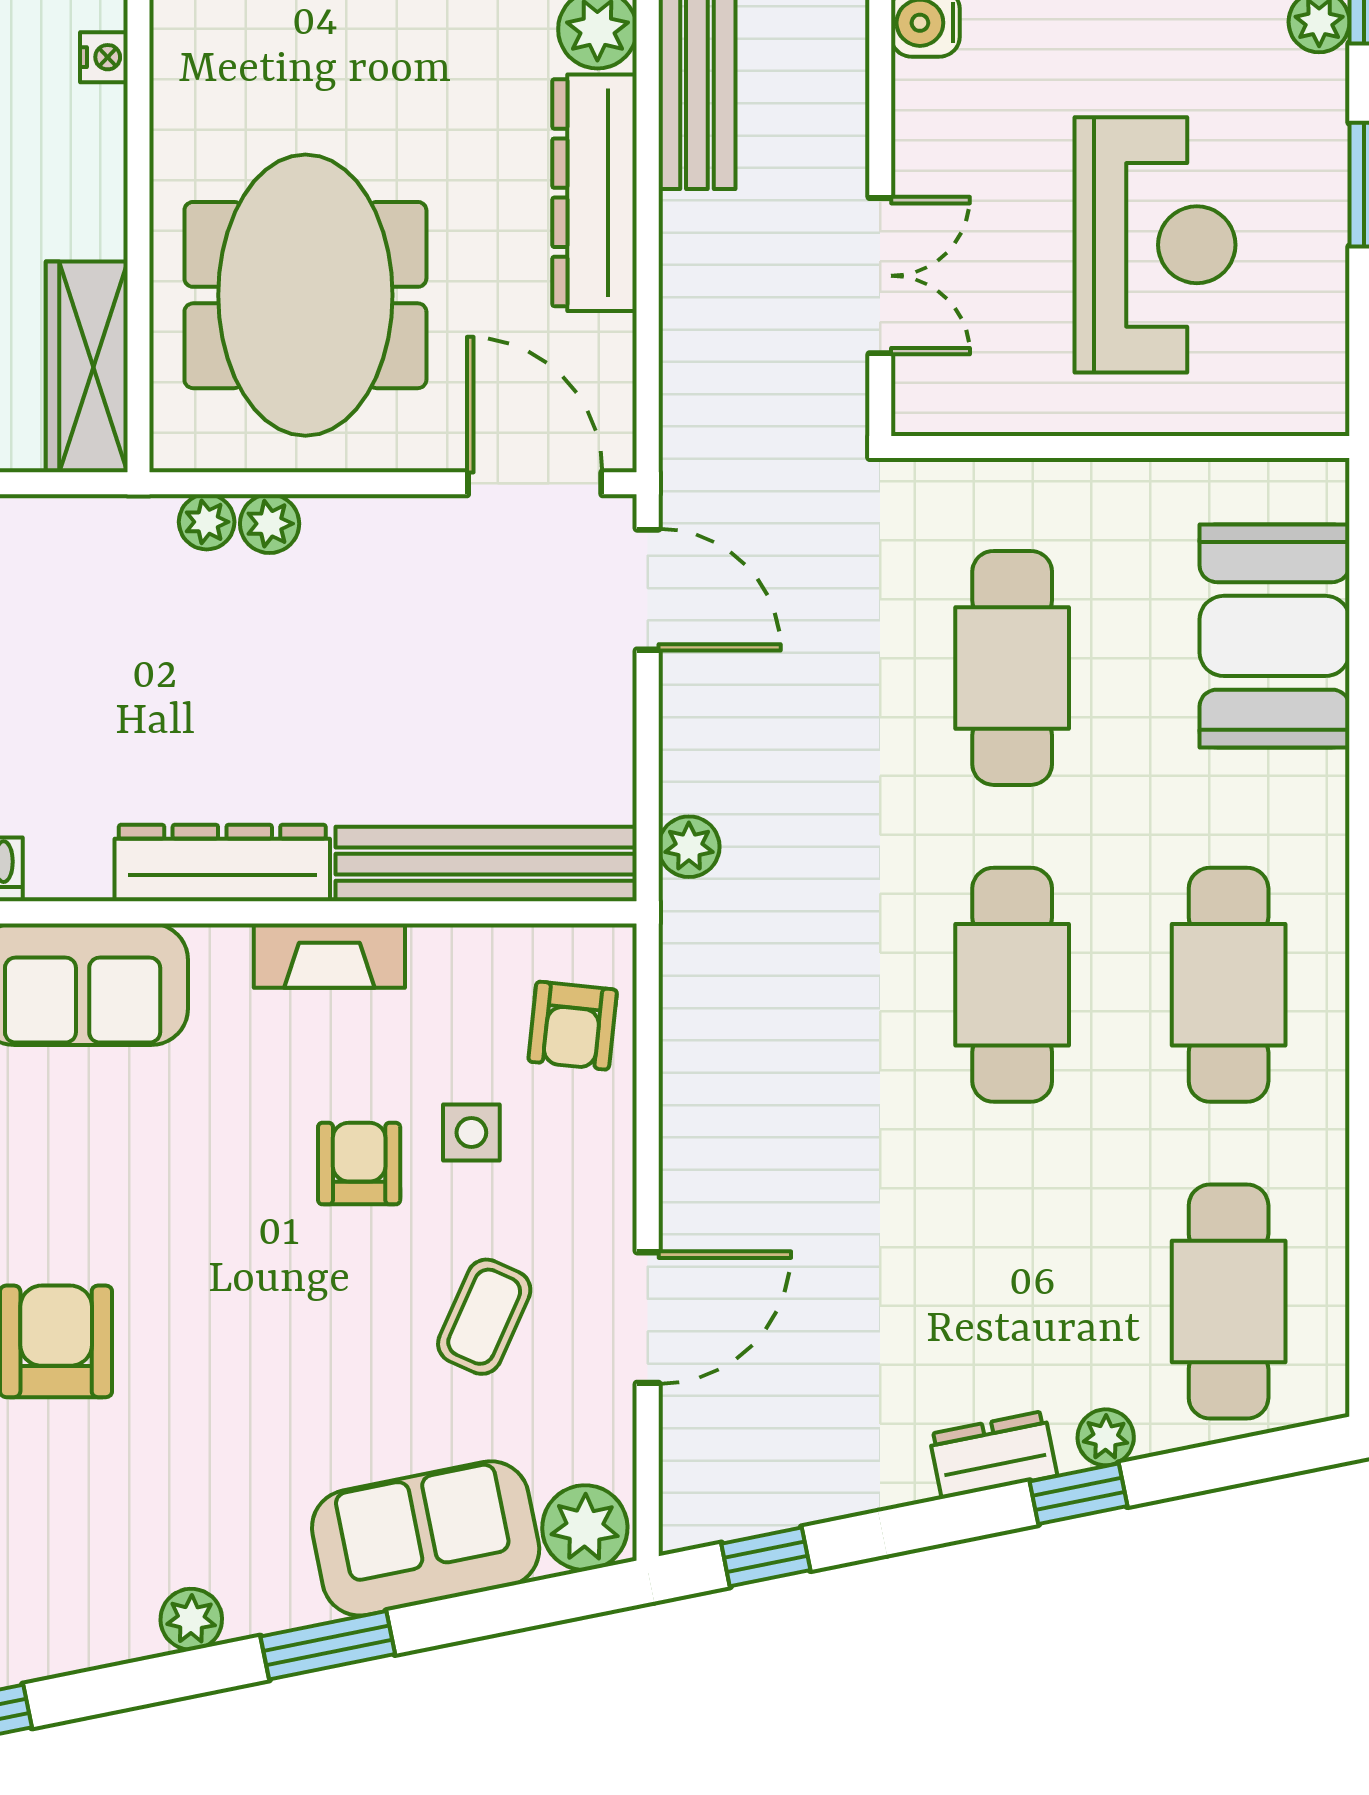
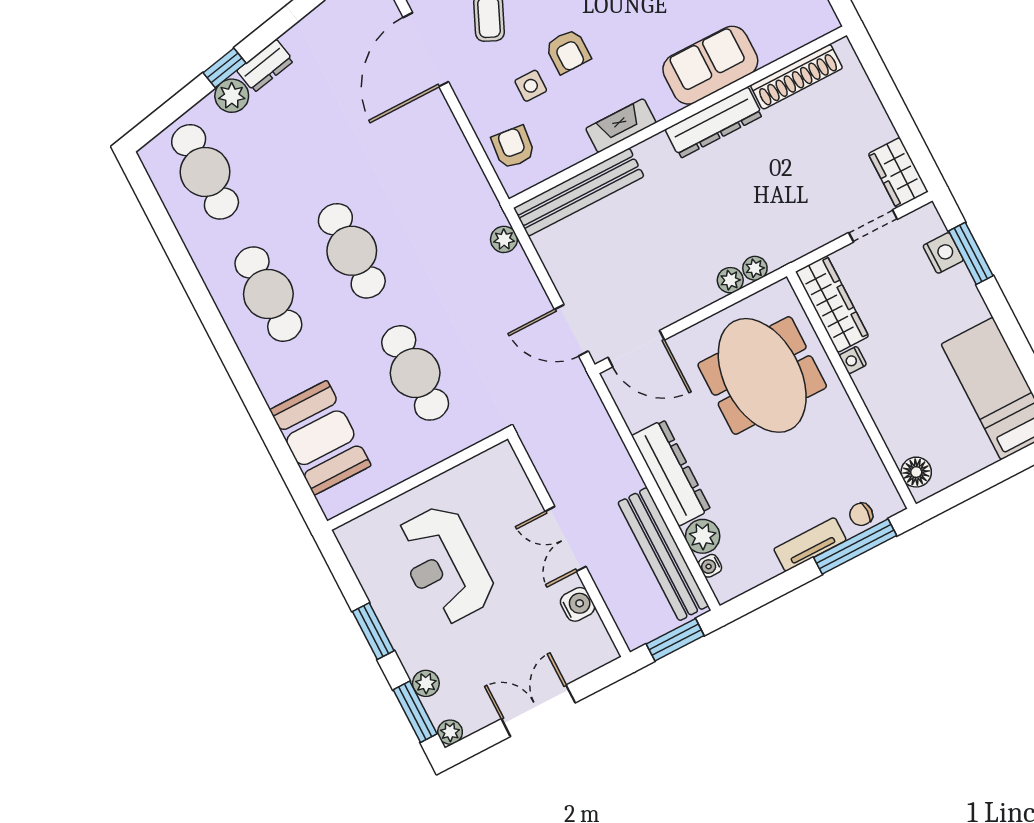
nightstand: (104, 57) -> (853, 360), moved
double door: (880, 276) -> (566, 539), moved
dresser: (222, 863) -> (714, 123), moved
door: (648, 1318) -> (426, 50), width x1.36
plant: (1106, 1437) -> (232, 96), width x1.38, depth x1.38

